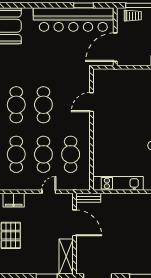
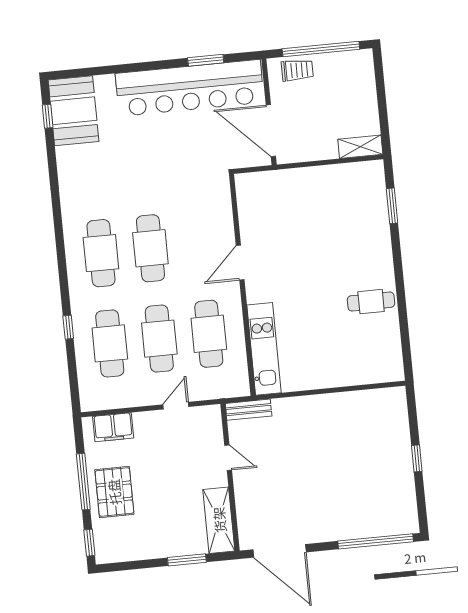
door: (115, 47) -> (271, 131), hinge flipped
door: (91, 102) -> (240, 263), moved
kitchen unit: (118, 183) -> (264, 349), moved, turned 90
door: (75, 223) -> (228, 458), width x0.53

